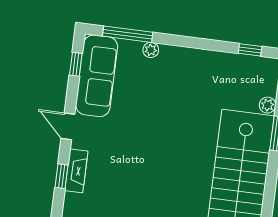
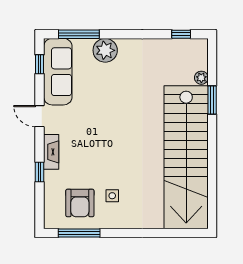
plant: (151, 50) -> (105, 50), width x1.88, depth x1.88
window: (61, 176) -> (40, 172), moved

